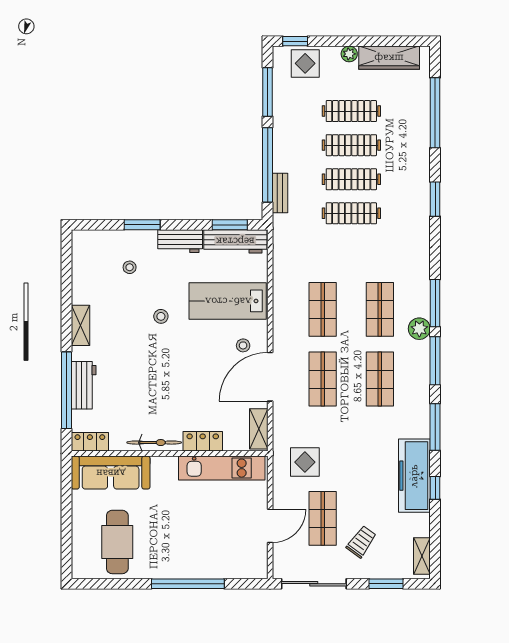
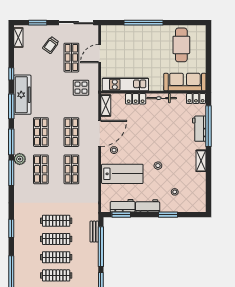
workbench: (235, 241) -> (123, 206), width x0.73
freezer: (414, 476) -> (22, 95), moved

